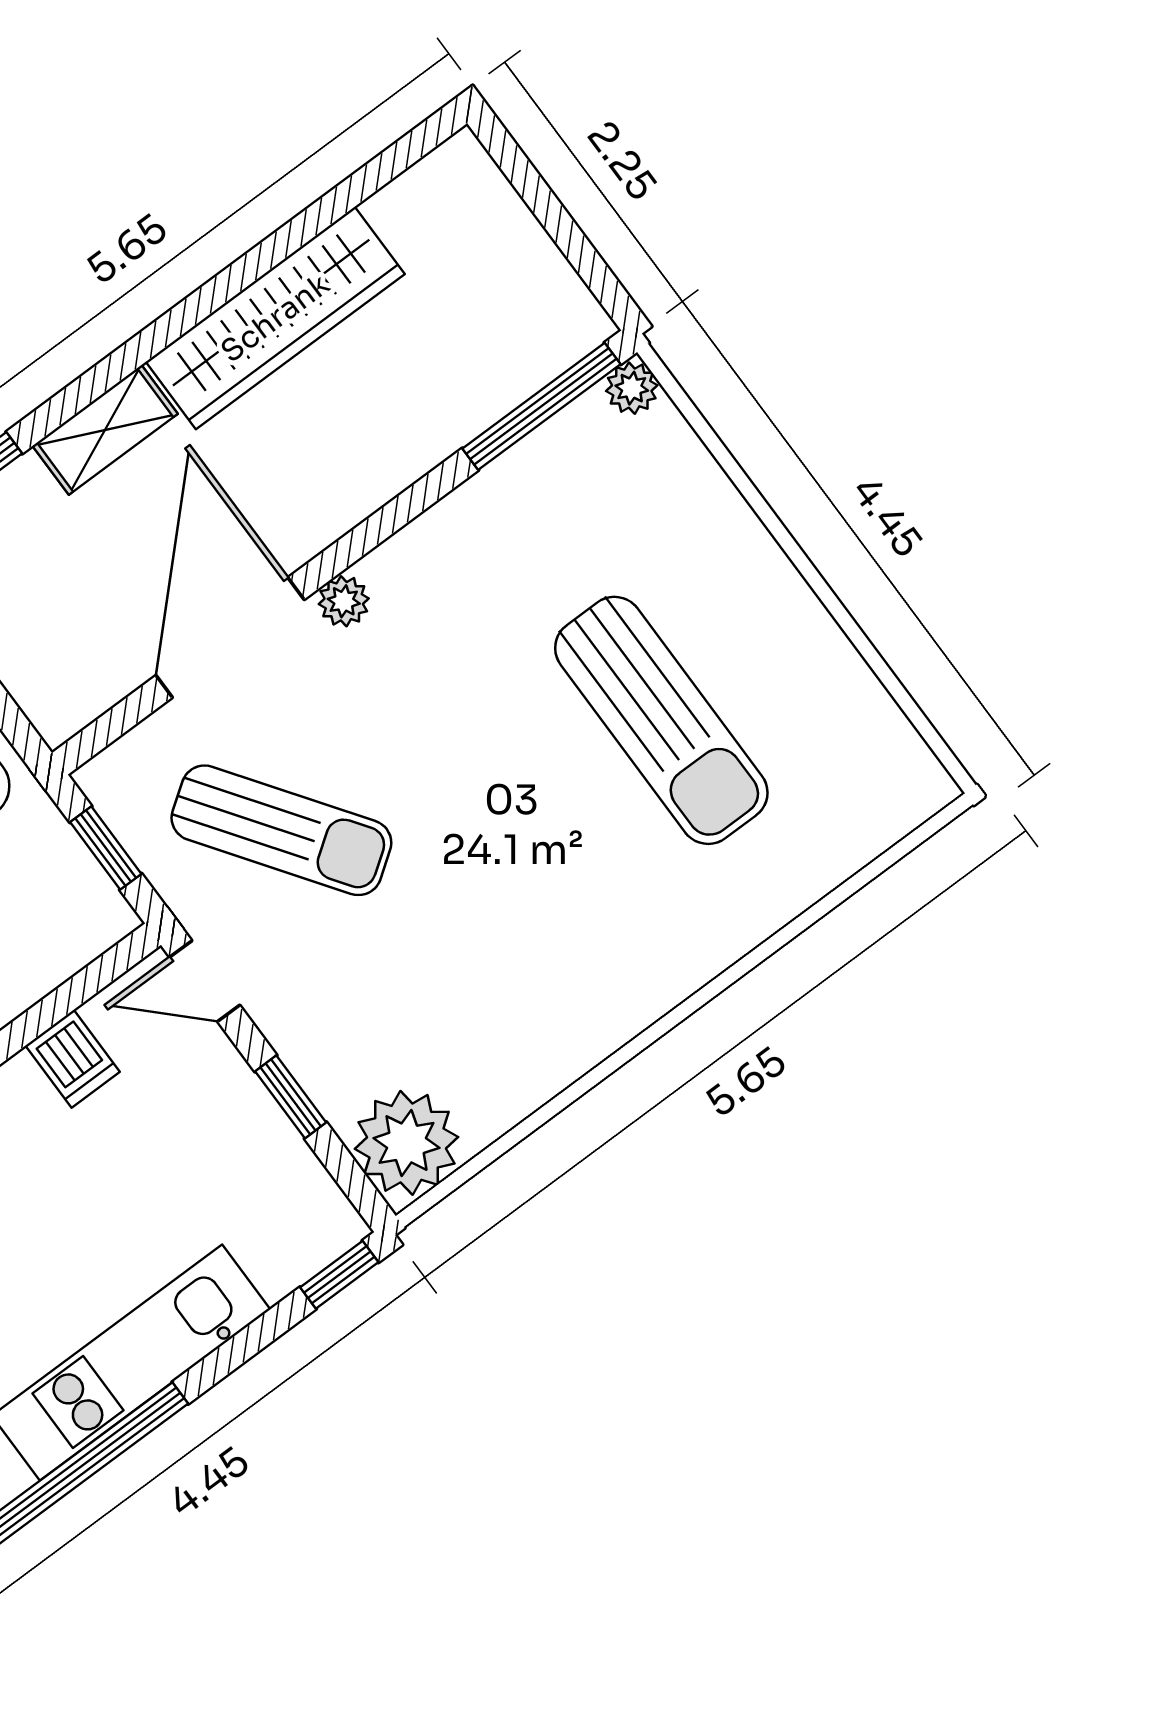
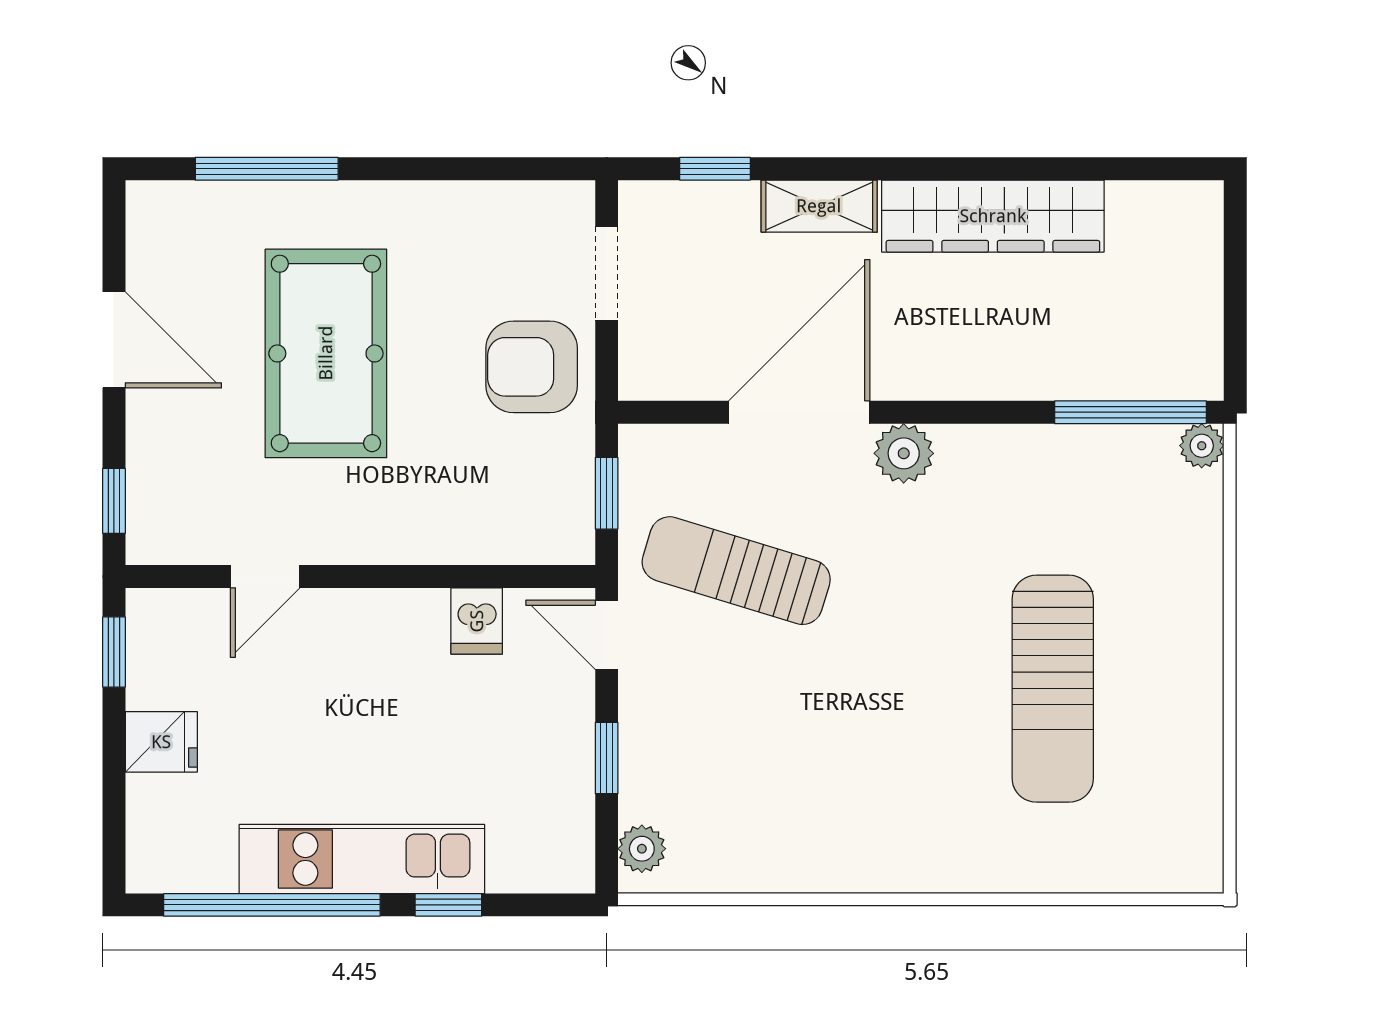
plant: (344, 601) -> (904, 453), width x1.38, depth x1.38
sun lounger: (281, 830) -> (736, 571), turned 142
plant: (407, 1143) -> (642, 849), width x0.53, depth x0.53
window: (339, 1275) -> (448, 905), moved

